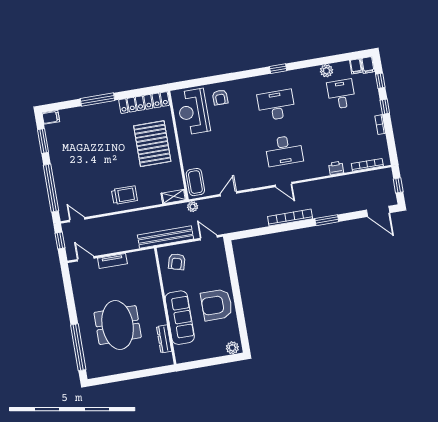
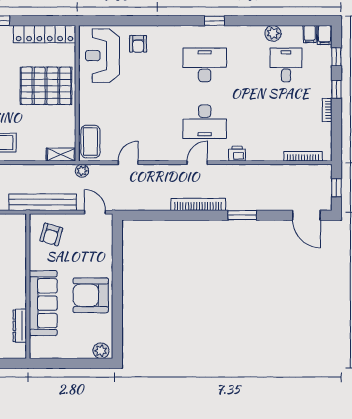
pallet: (152, 144) -> (46, 86), turned 90
printer: (336, 168) -> (237, 154), moved
door: (284, 184) -> (197, 163), swing flipped

